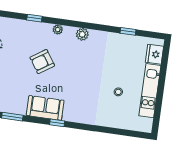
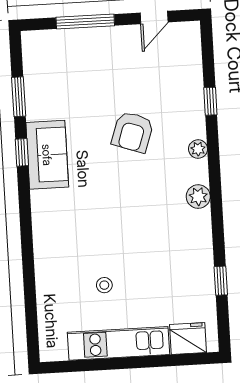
armchair: (42, 62) -> (133, 132), turned -127
window: (57, 123) -> (22, 152), moved

